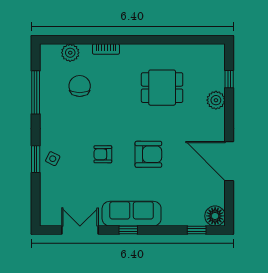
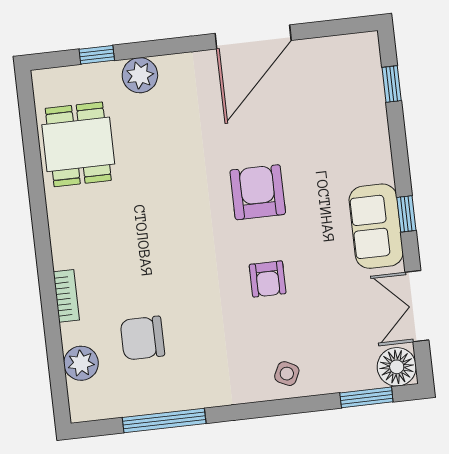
dining table: (162, 88) -> (78, 144), moved
window: (36, 159) -> (366, 397), moved
sofa: (132, 214) -> (376, 226), width x0.73
floor lamp: (215, 216) -> (397, 367), moved

